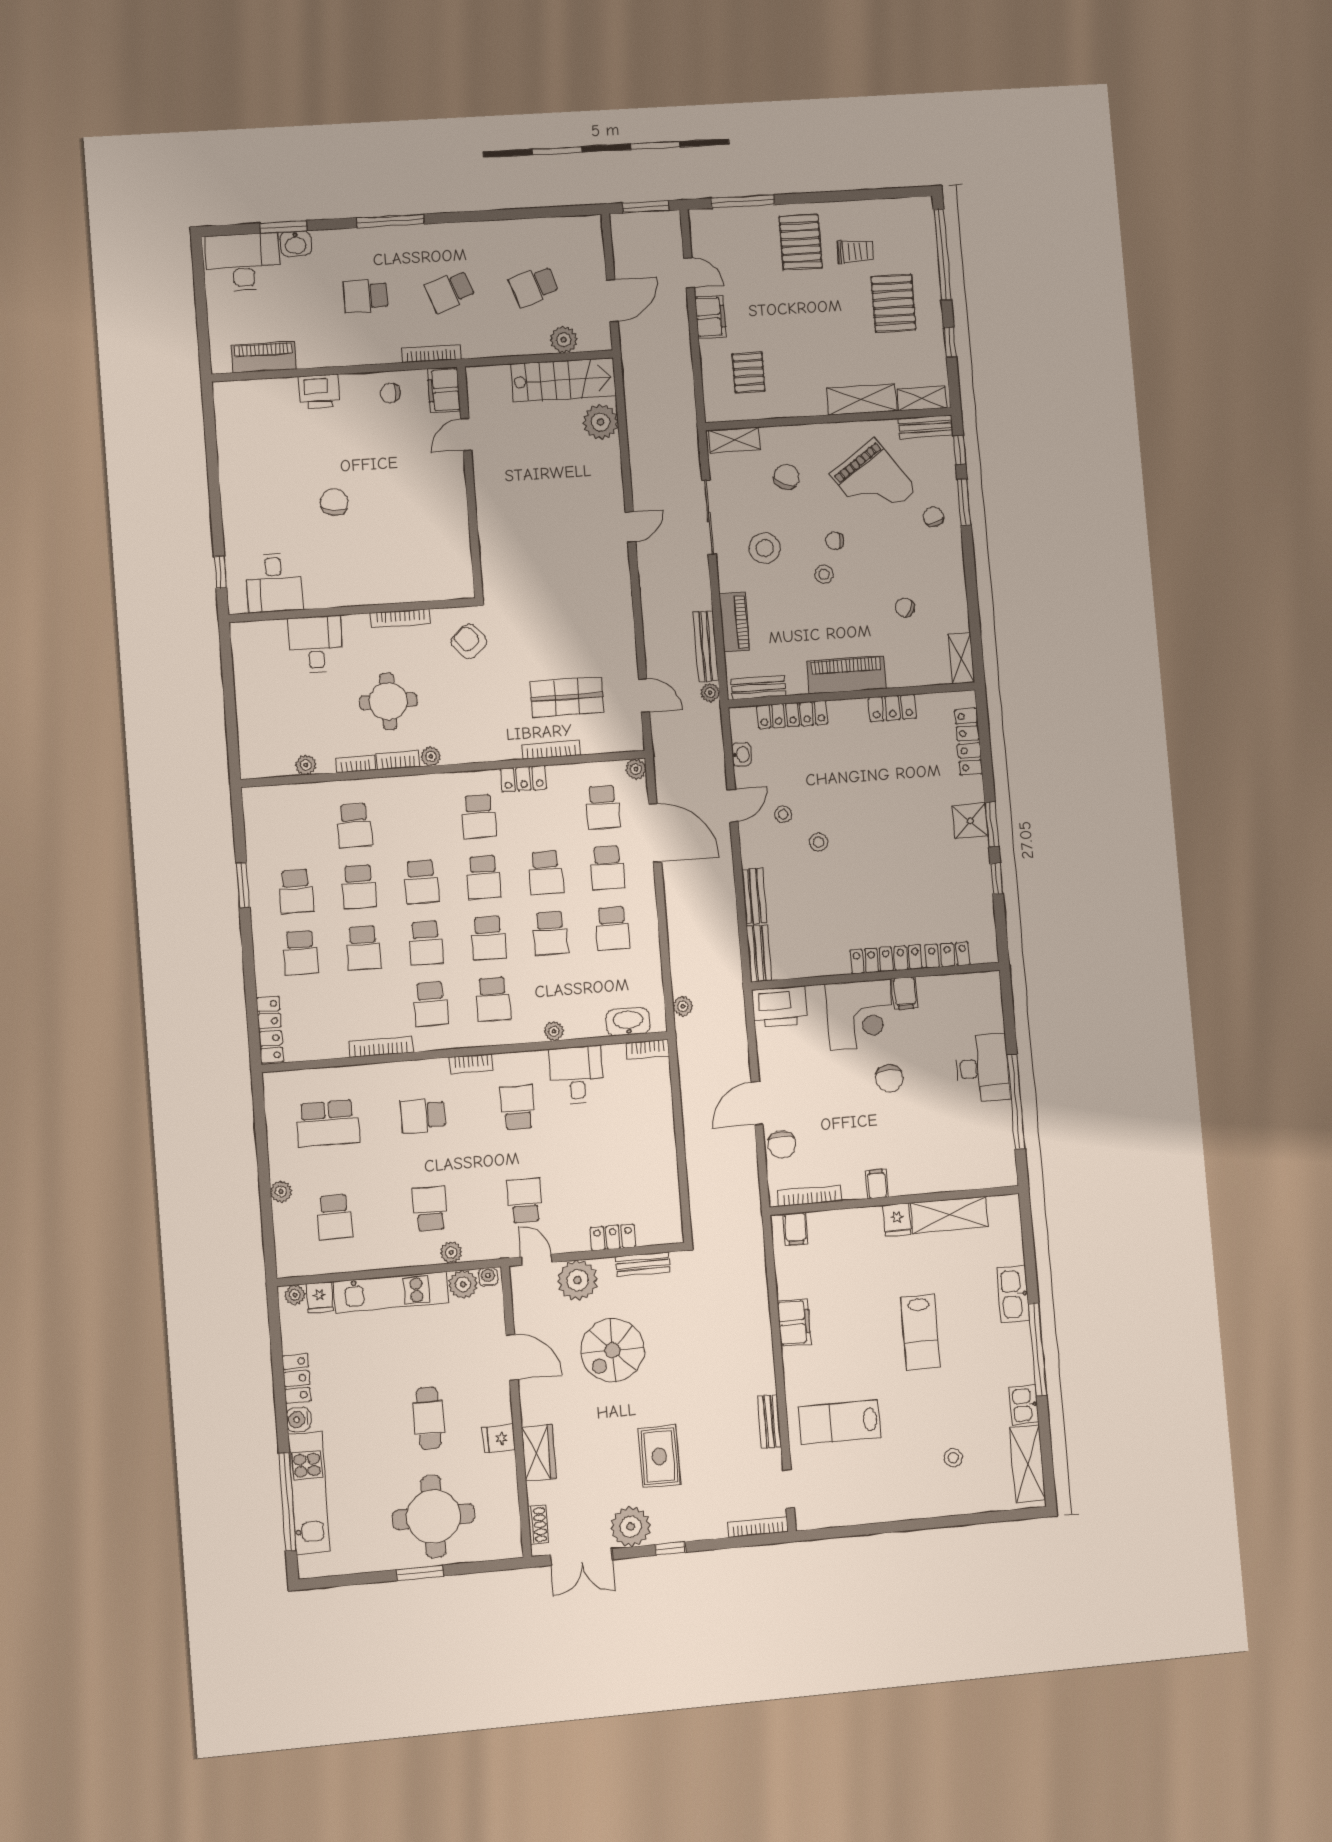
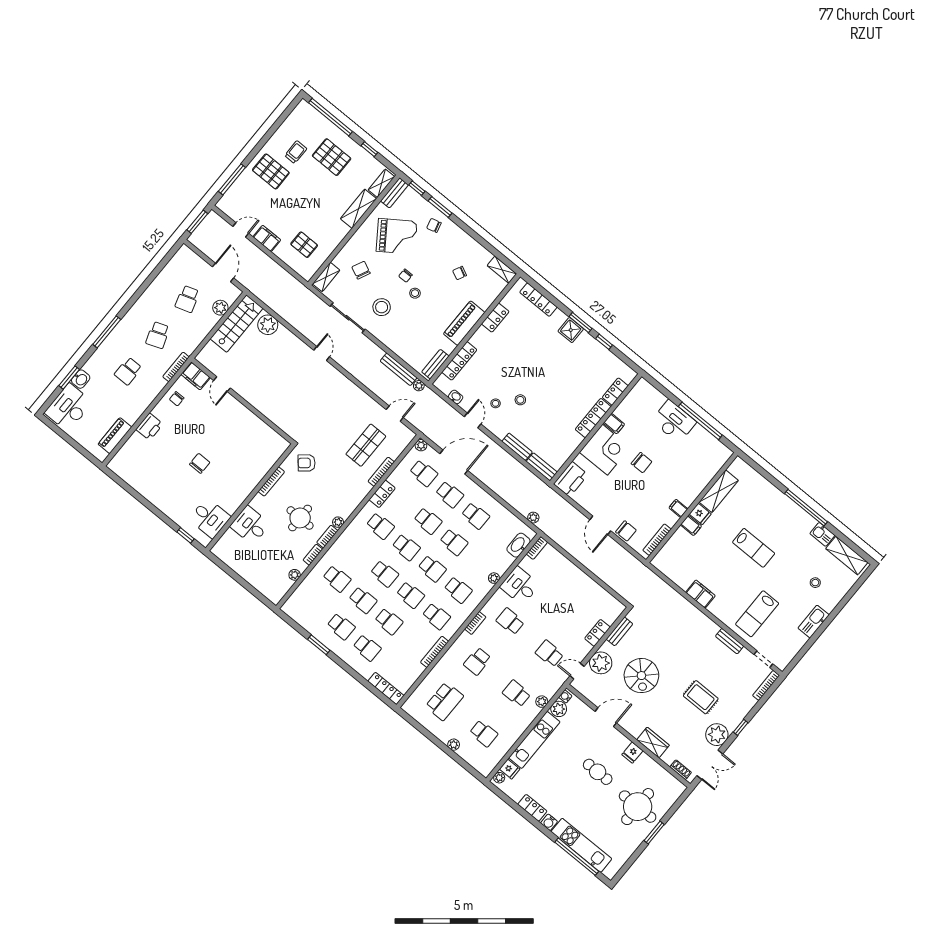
chair: (334, 502) -> (200, 463), turned 83
piano: (734, 622) -> (400, 348), removed
filing cabinet: (795, 1229) -> (691, 525), moved
kitchen sink: (1013, 1294) -> (814, 622), moved, turned 90

